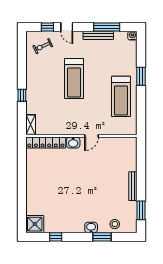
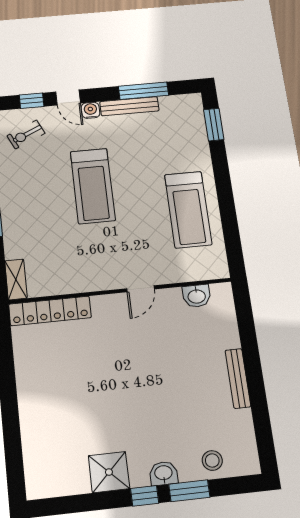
water cooler: (132, 36) -> (91, 110), moved
window: (141, 76) -> (214, 125), moved
washbasin: (73, 143) -> (197, 296), moved
window: (141, 210) -> (262, 426), removed
shower: (35, 224) -> (109, 472), moved
window: (56, 237) -> (145, 496), moved

